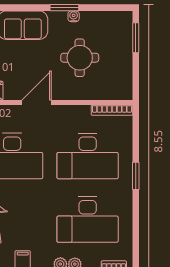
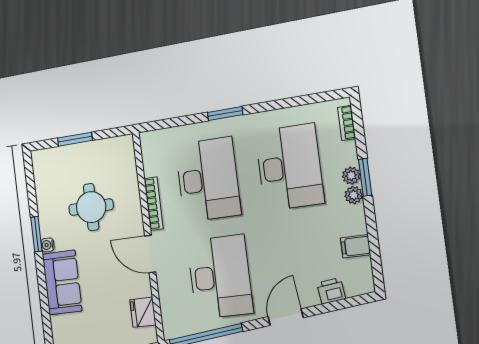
water cooler: (74, 16) -> (48, 245), moved
window: (136, 38) -> (75, 139), moved
bookcase: (112, 110) -> (154, 204), moved

